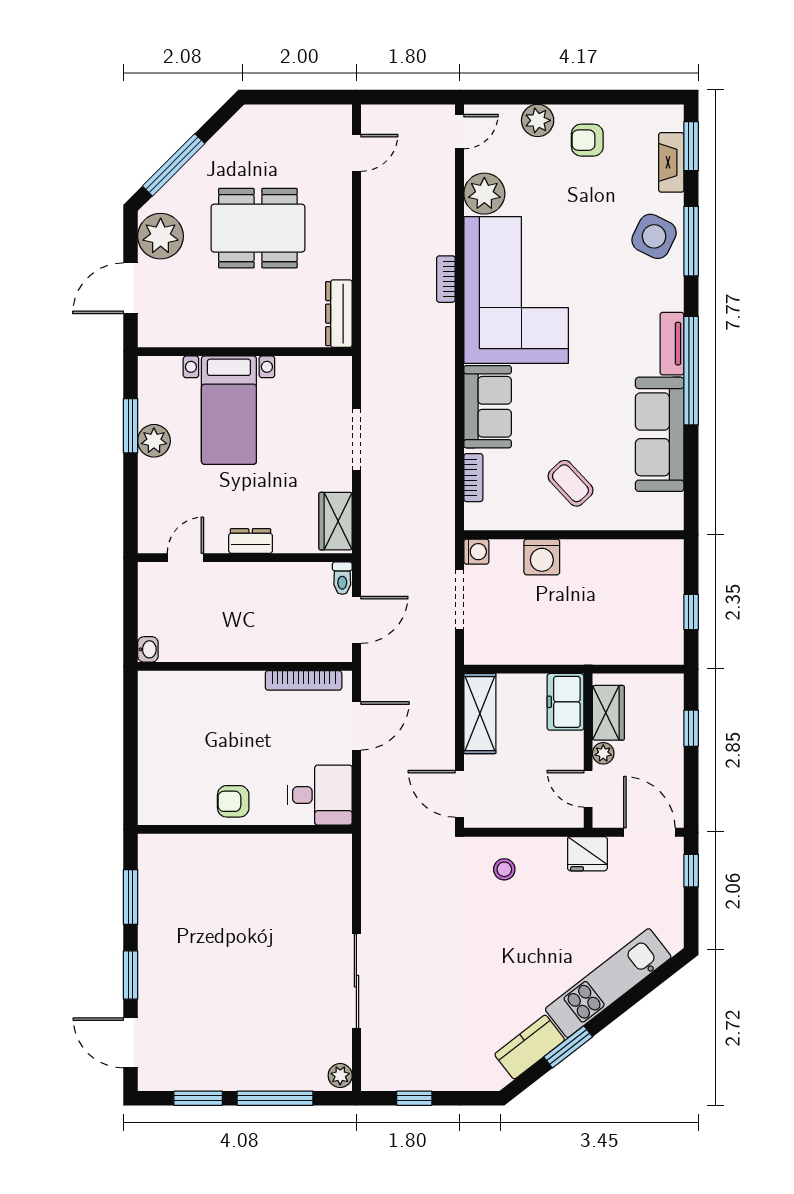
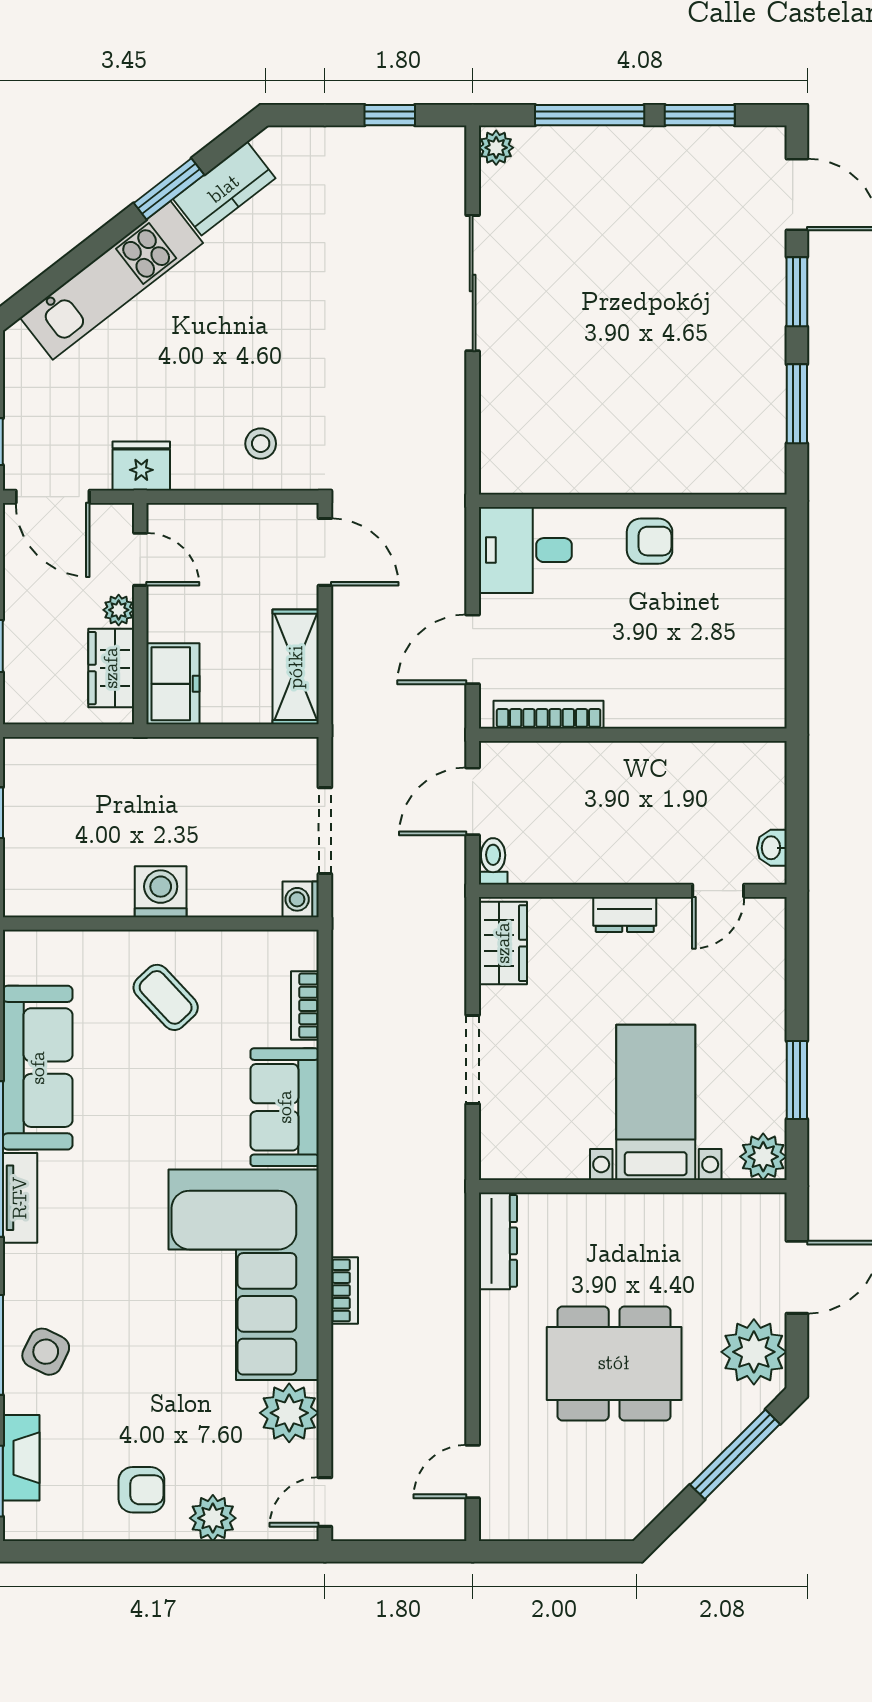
side table: (654, 236) -> (46, 1352), width x0.73, depth x0.73
plant: (154, 441) -> (763, 1157), moved
washing machine: (542, 557) -> (161, 892), moved
washbasin: (148, 649) -> (772, 848), moved

